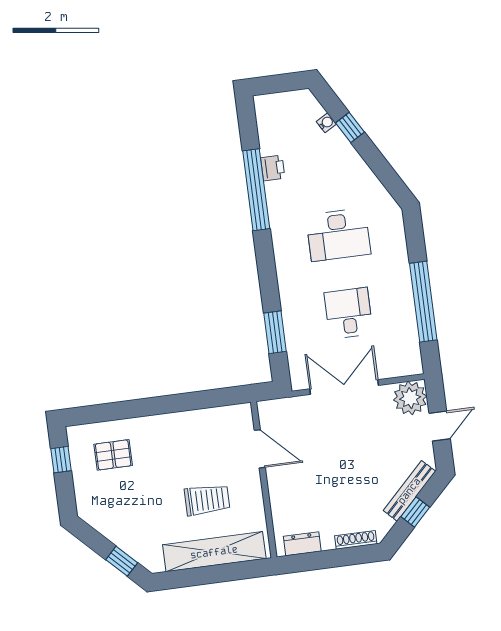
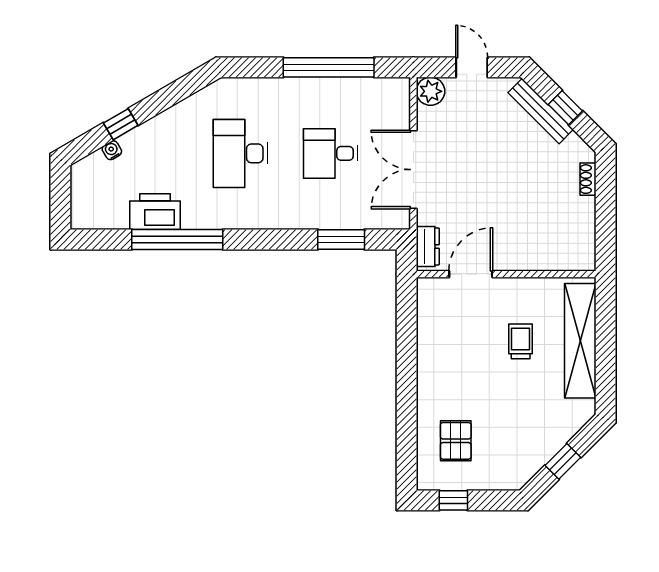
printer: (273, 168) -> (155, 212), width x1.87, depth x1.48
desk: (338, 235) -> (240, 153), turned 180
plant: (410, 398) -> (431, 91), width x0.73, depth x0.73
trolley: (207, 500) -> (521, 341), width x0.73, depth x0.72
shoe rack: (356, 540) -> (588, 179), width x0.70
dresser: (302, 544) -> (428, 246), moved, turned 180
window: (122, 561) -> (563, 461), moved

